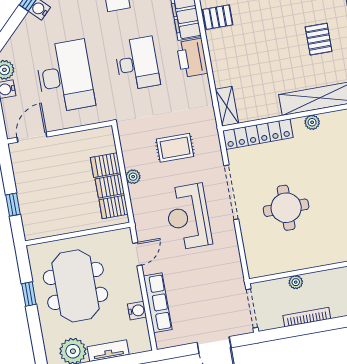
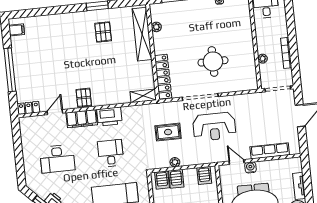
pallet: (319, 39) -> (103, 32), turned 90
desk: (137, 64) -> (111, 153), width x0.73
plant: (312, 122) -> (156, 27), moved
rug: (175, 148) -> (168, 132), turned 90
plant: (133, 177) -> (175, 162), moved
server rack: (110, 186) -> (162, 180), moved
water cooler: (137, 311) -> (250, 167), moved

